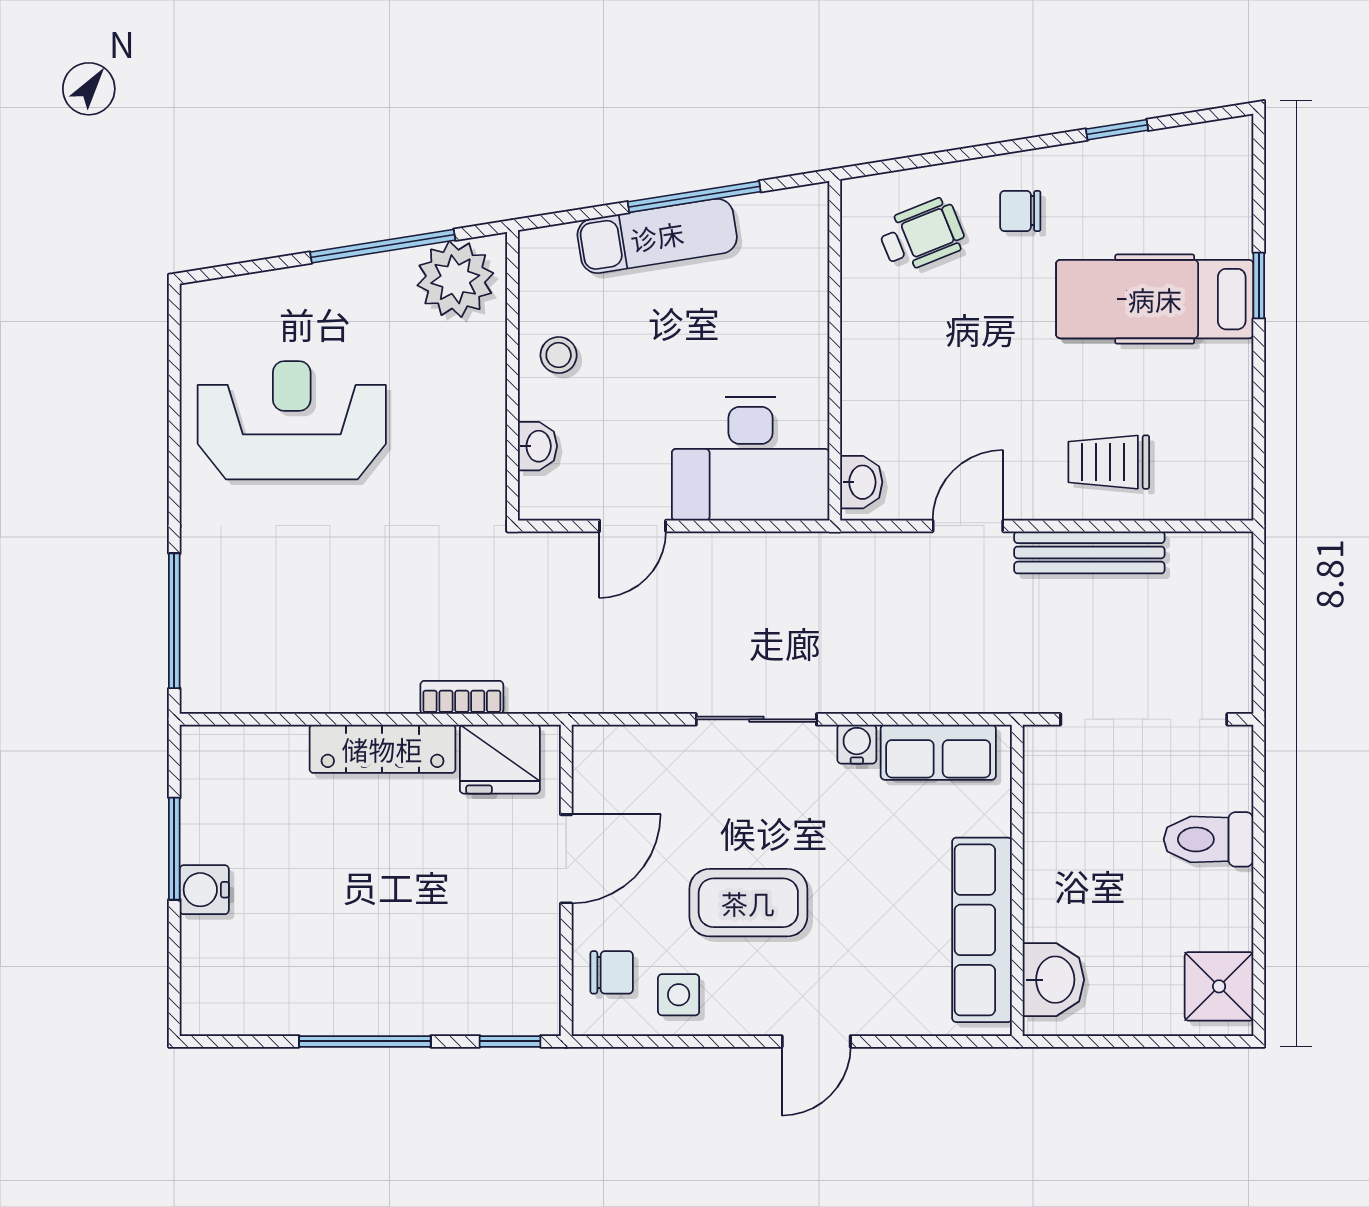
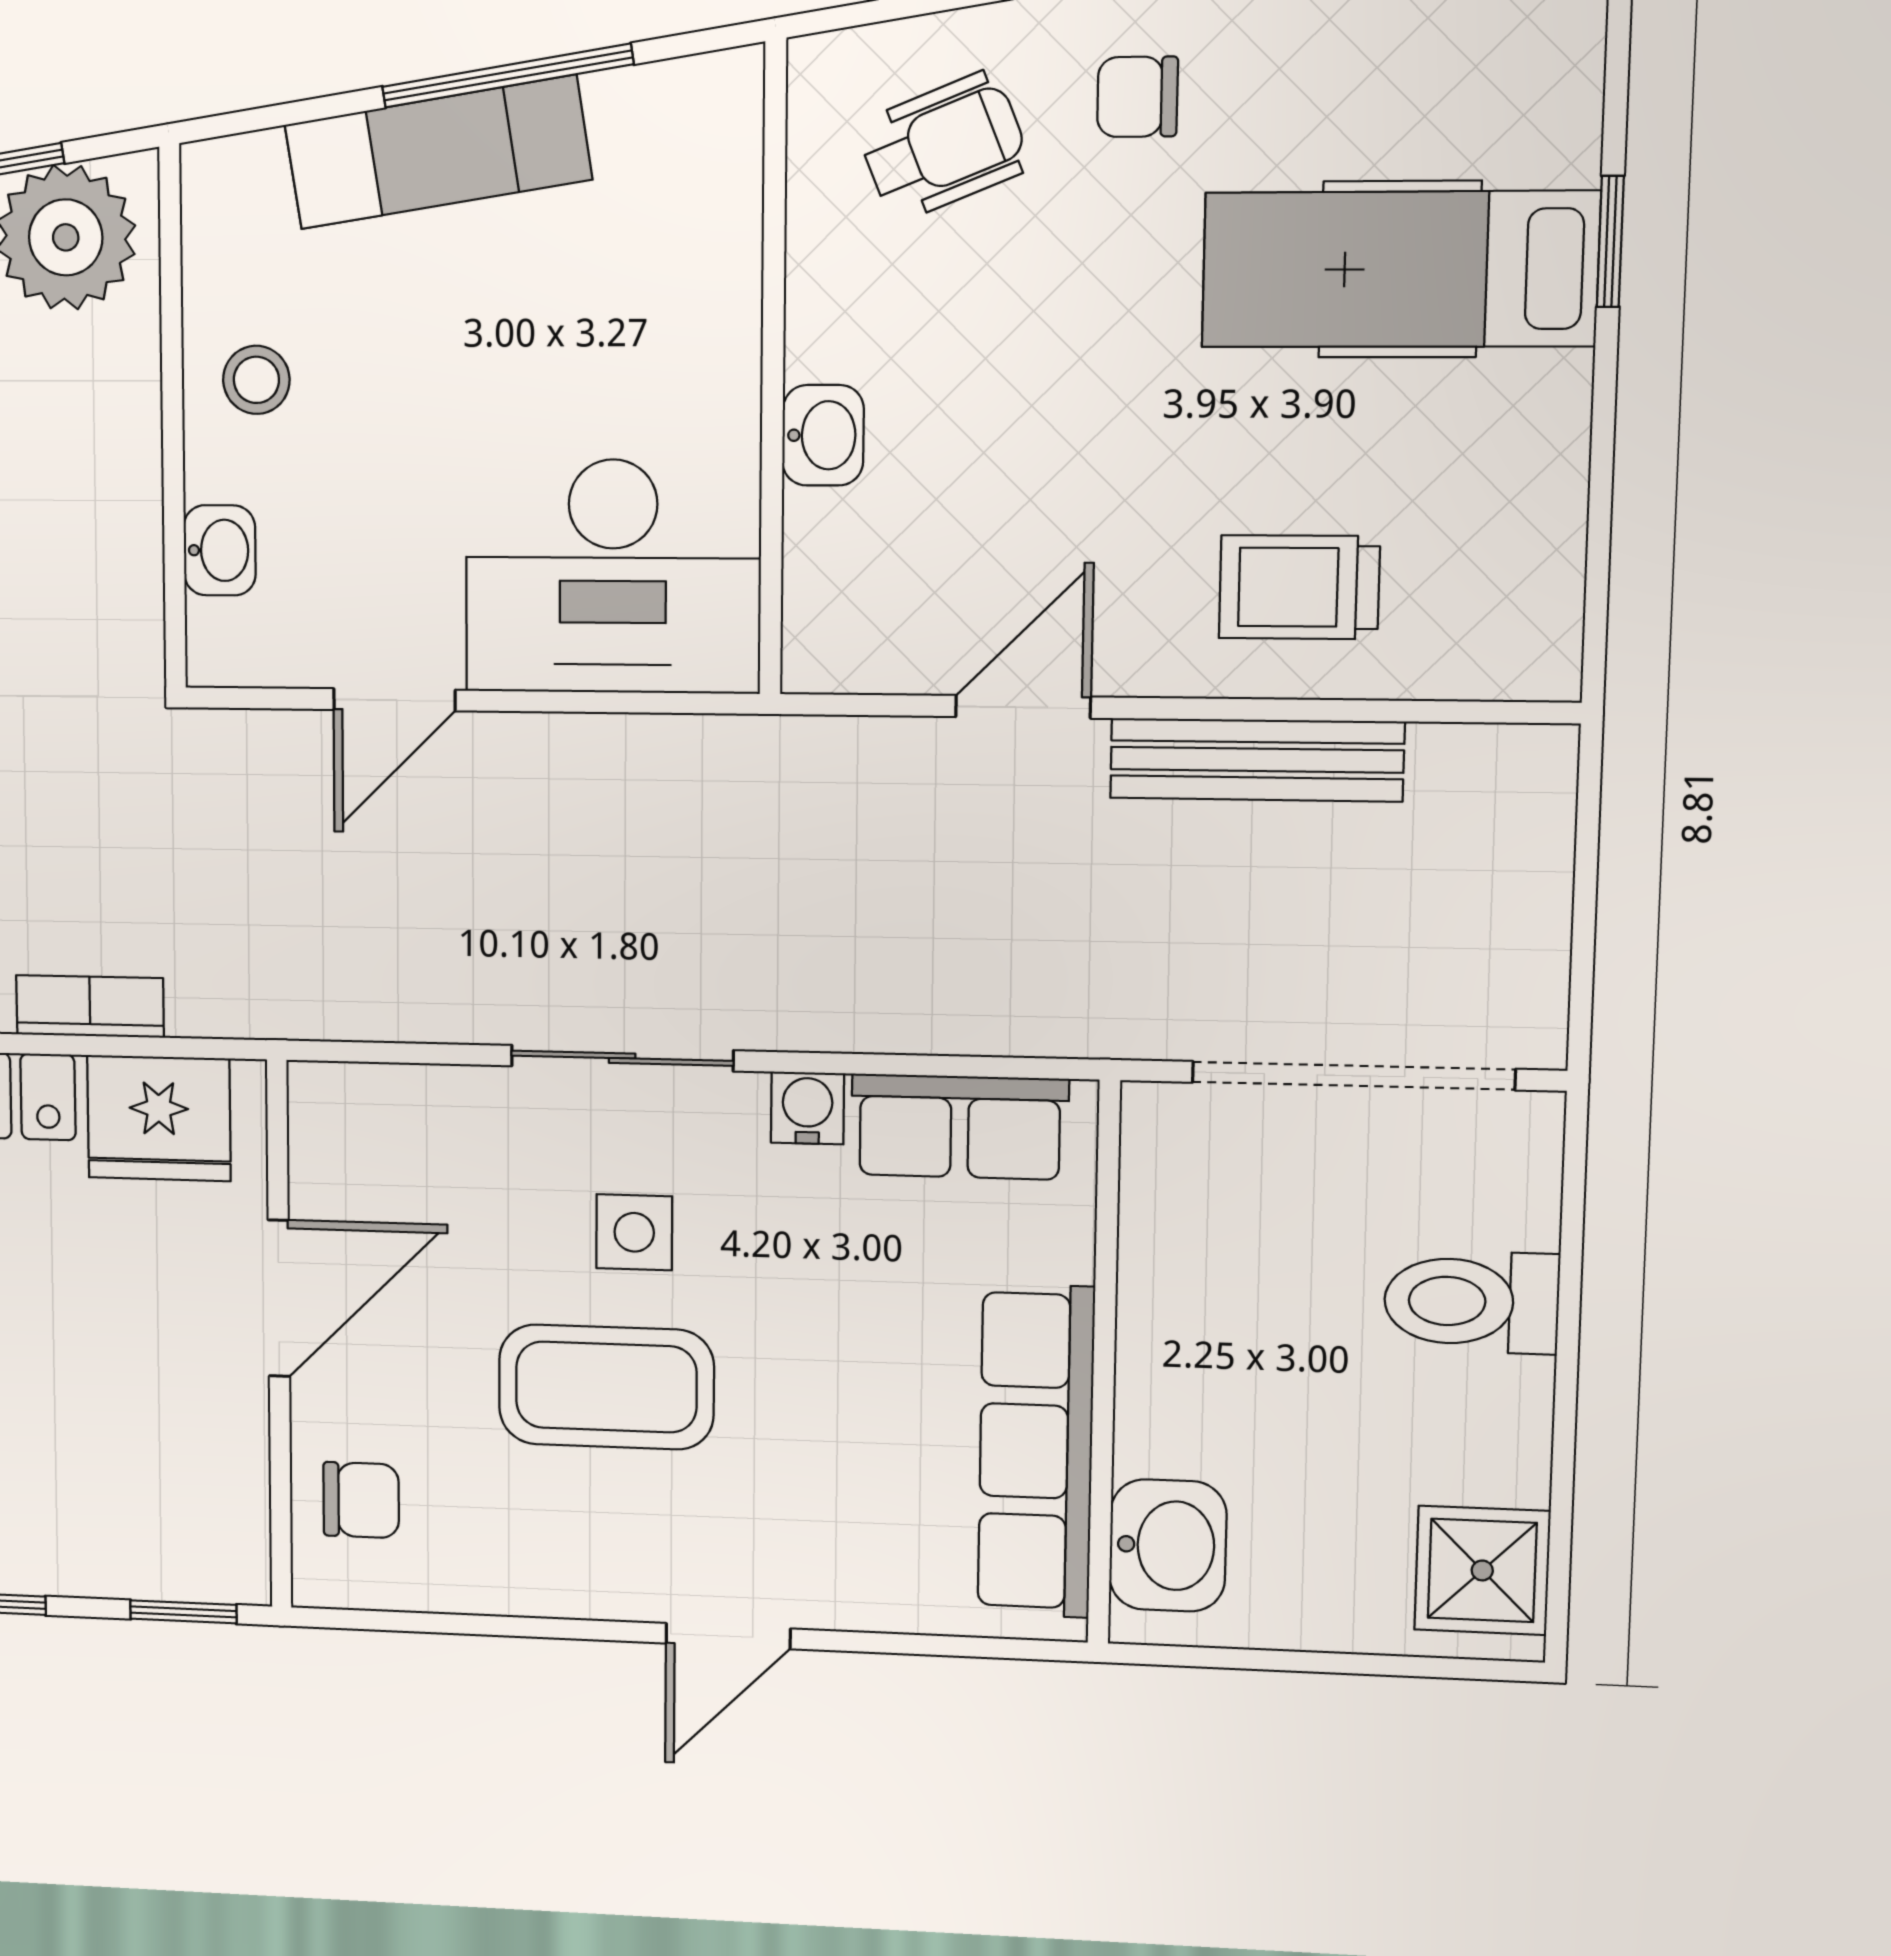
washbasin: (861, 482) -> (823, 435), moved
side table: (679, 995) -> (634, 1232), moved

